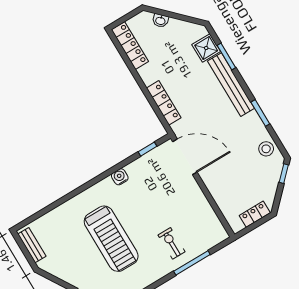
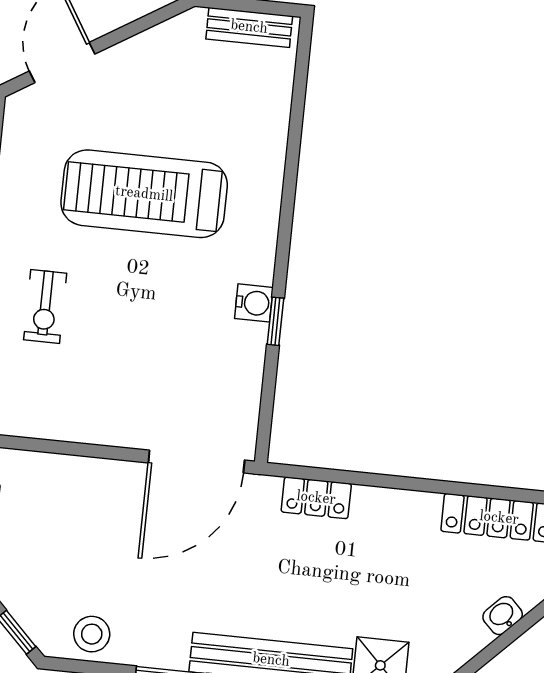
locker: (164, 103) -> (316, 498), width x0.66
window: (147, 149) -> (275, 321), moved
exercise bike: (172, 243) -> (45, 307), turned 90

